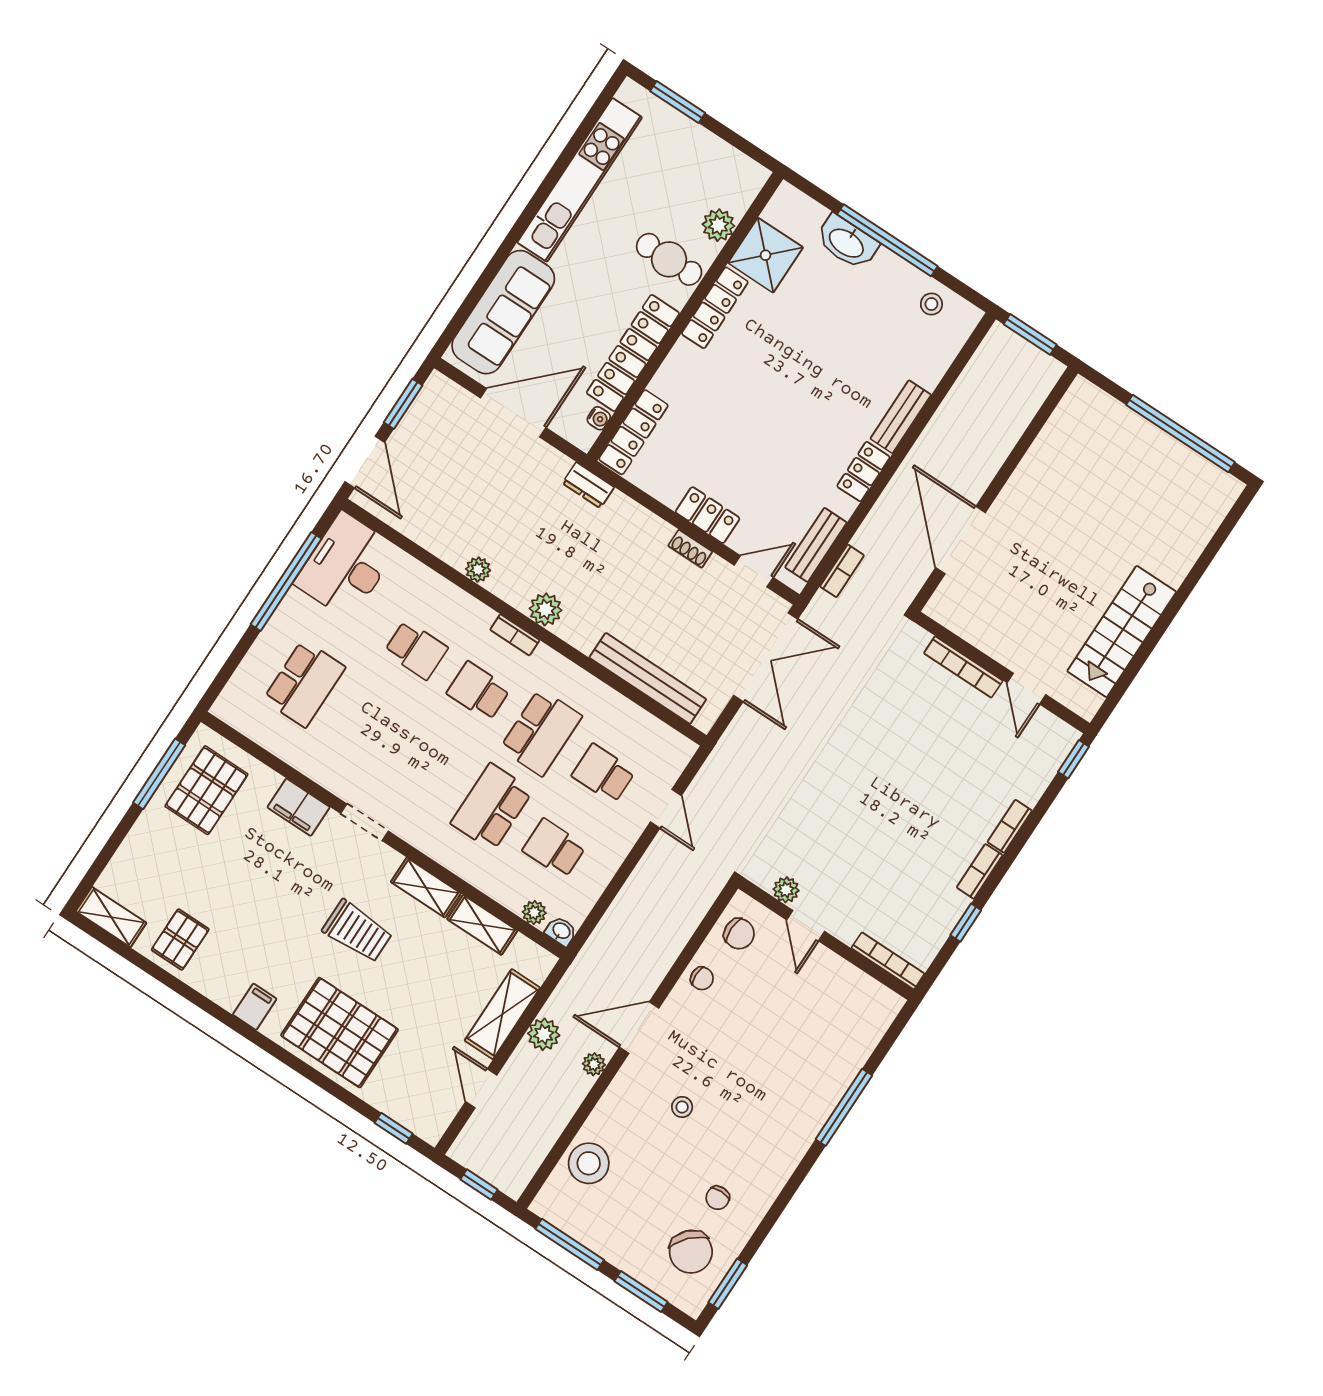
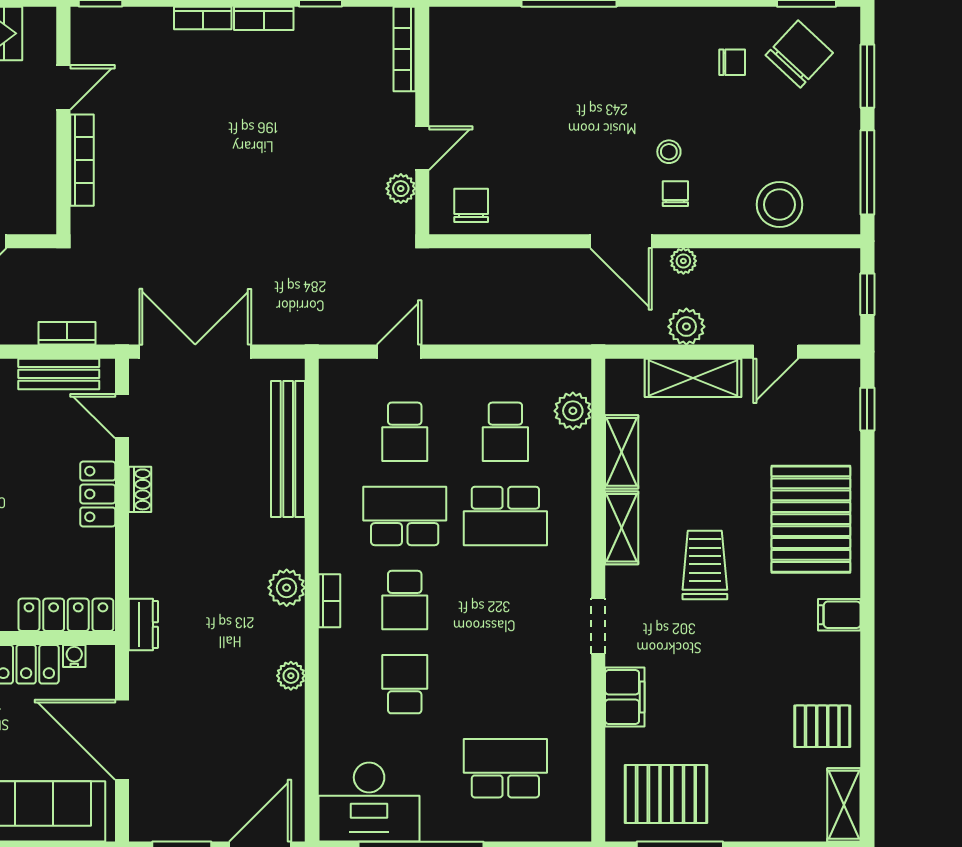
plant: (534, 913) -> (573, 411), width x1.38, depth x1.38
washbasin: (561, 931) -> (579, 374), removed
chair: (702, 978) -> (675, 194), moved

